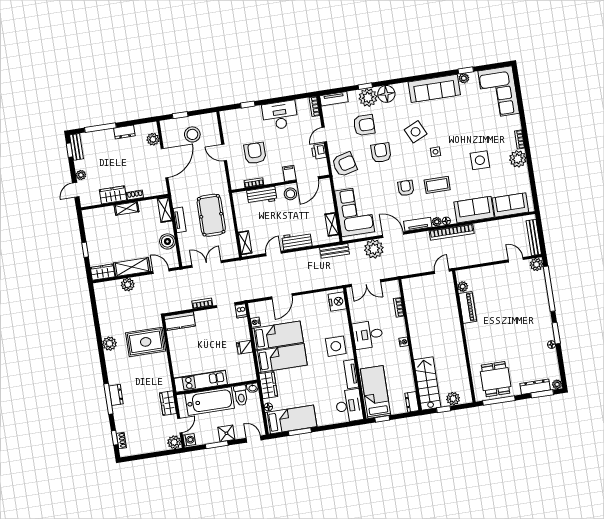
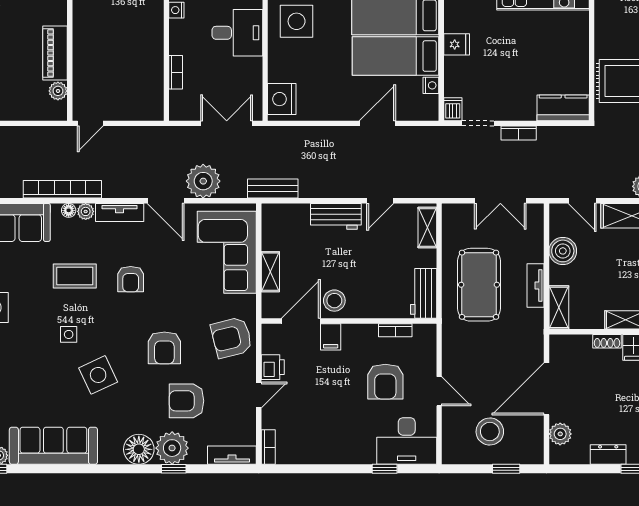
desk: (280, 115) -> (407, 441), moved
workbench: (262, 196) -> (424, 293), moved, turned -90
shelving: (332, 224) -> (270, 272), moved

